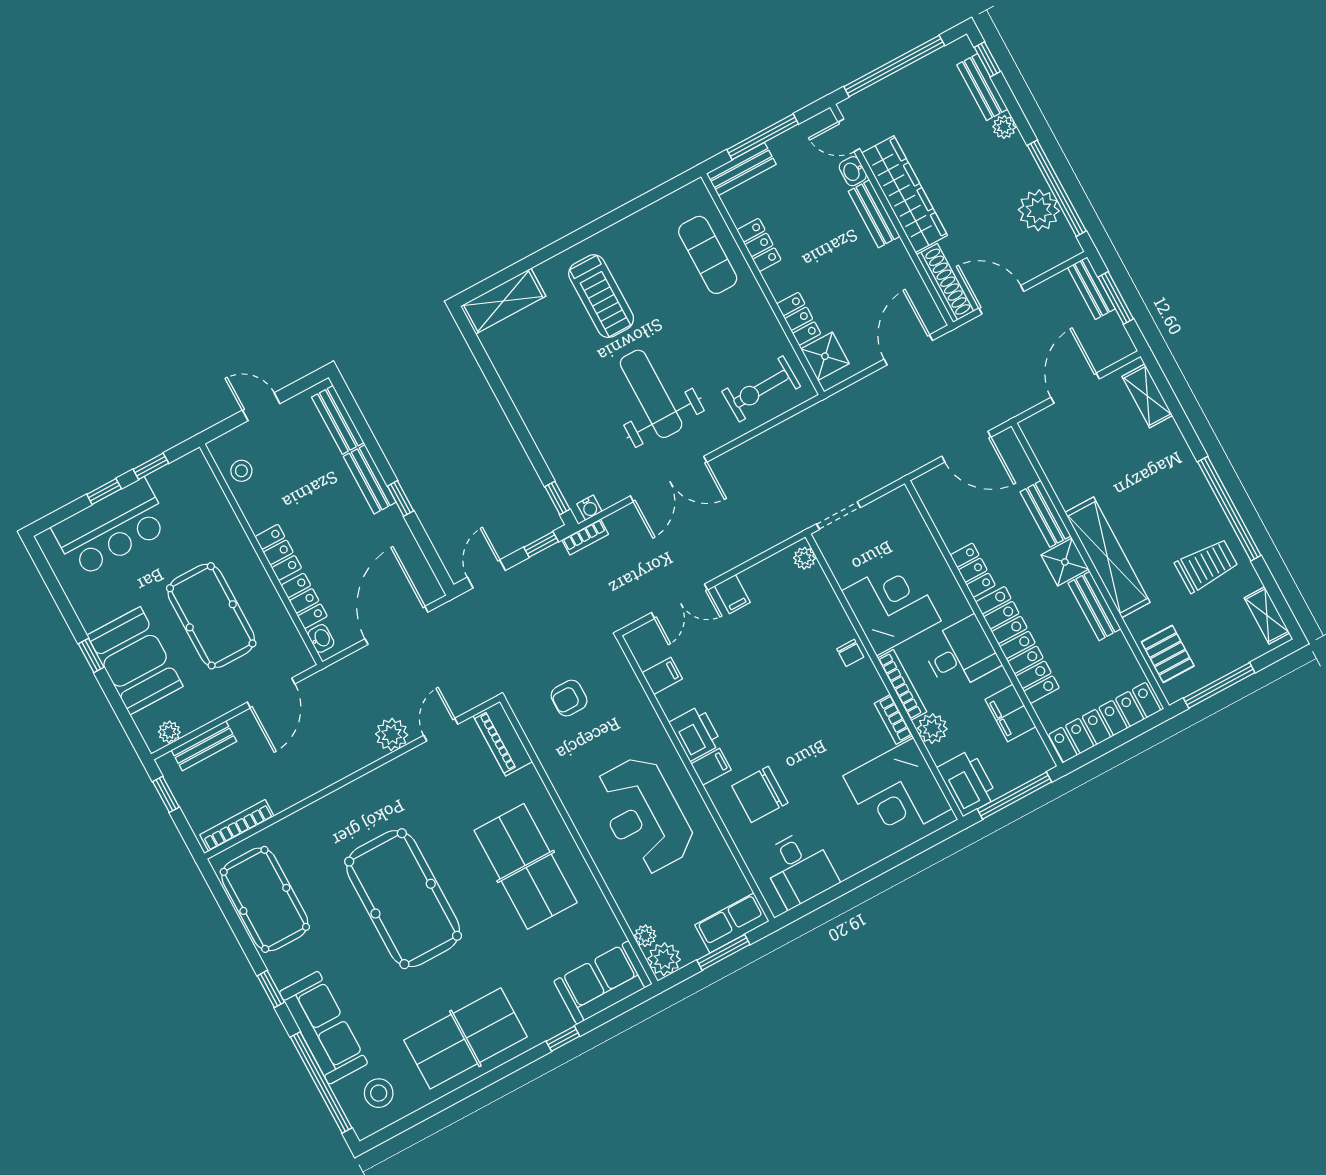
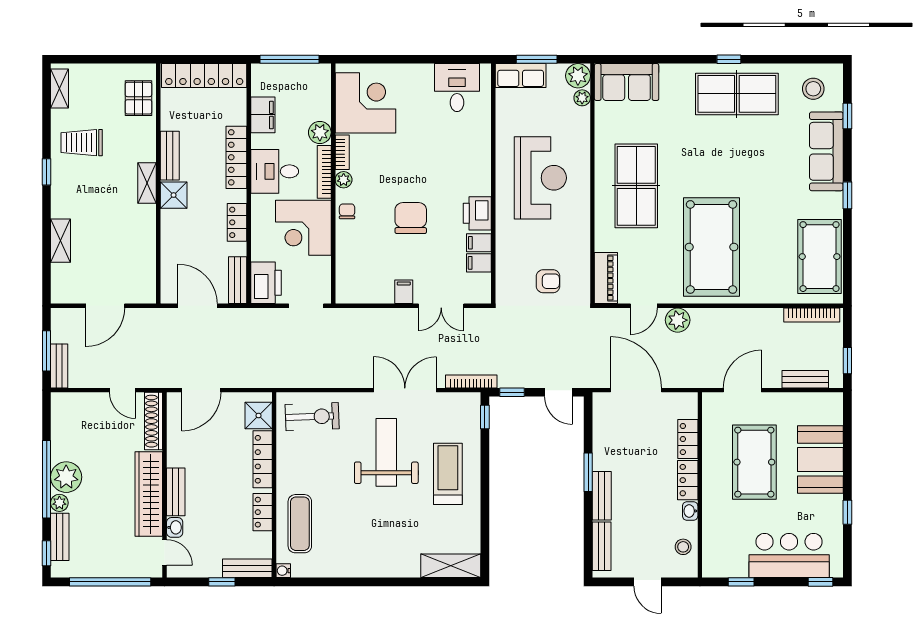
window: (763, 137) -> (222, 582), width x0.46
window: (1057, 188) -> (47, 479), moved
plant: (1039, 210) -> (66, 477), moved
treadmill: (601, 296) -> (448, 474), moved
door: (1001, 300) -> (122, 390), width x0.73
locker: (799, 319) -> (263, 459), width x1.53
weight bench: (651, 394) -> (386, 452), turned 180
shelving: (1147, 396) -> (61, 241), moved
window: (104, 491) -> (821, 582), moved
window: (401, 498) -> (588, 472), width x1.50
water cooler: (589, 508) -> (283, 571), moved, turned -90
window: (1229, 509) -> (47, 172), width x0.32
bench: (1045, 514) -> (238, 280), moved
bookcase: (585, 537) -> (471, 381), width x1.56
shelving: (1108, 557) -> (147, 183), width x0.45, depth x0.75
plant: (805, 558) -> (344, 180), moved
door: (486, 574) -> (558, 392), hinge flipped
double door: (680, 601) -> (441, 306), swing flipped
door: (396, 625) -> (636, 390), swing flipped
washbasin: (321, 638) -> (690, 511), moved
locker: (1017, 645) -> (236, 157), width x0.71, depth x0.83
window: (91, 655) -> (847, 512), moved
window: (1219, 685) -> (116, 59), removed
plant: (169, 732) -> (823, 401), removed
filing cabinet: (711, 767) -> (479, 243), moved
printer: (967, 783) -> (266, 283), moved, turned 180
chair: (760, 794) -> (411, 218), moved, turned -90
pool table: (403, 899) -> (712, 247), moved
window: (563, 1039) -> (729, 59), moved
window: (321, 1082) -> (847, 116), width x0.32

